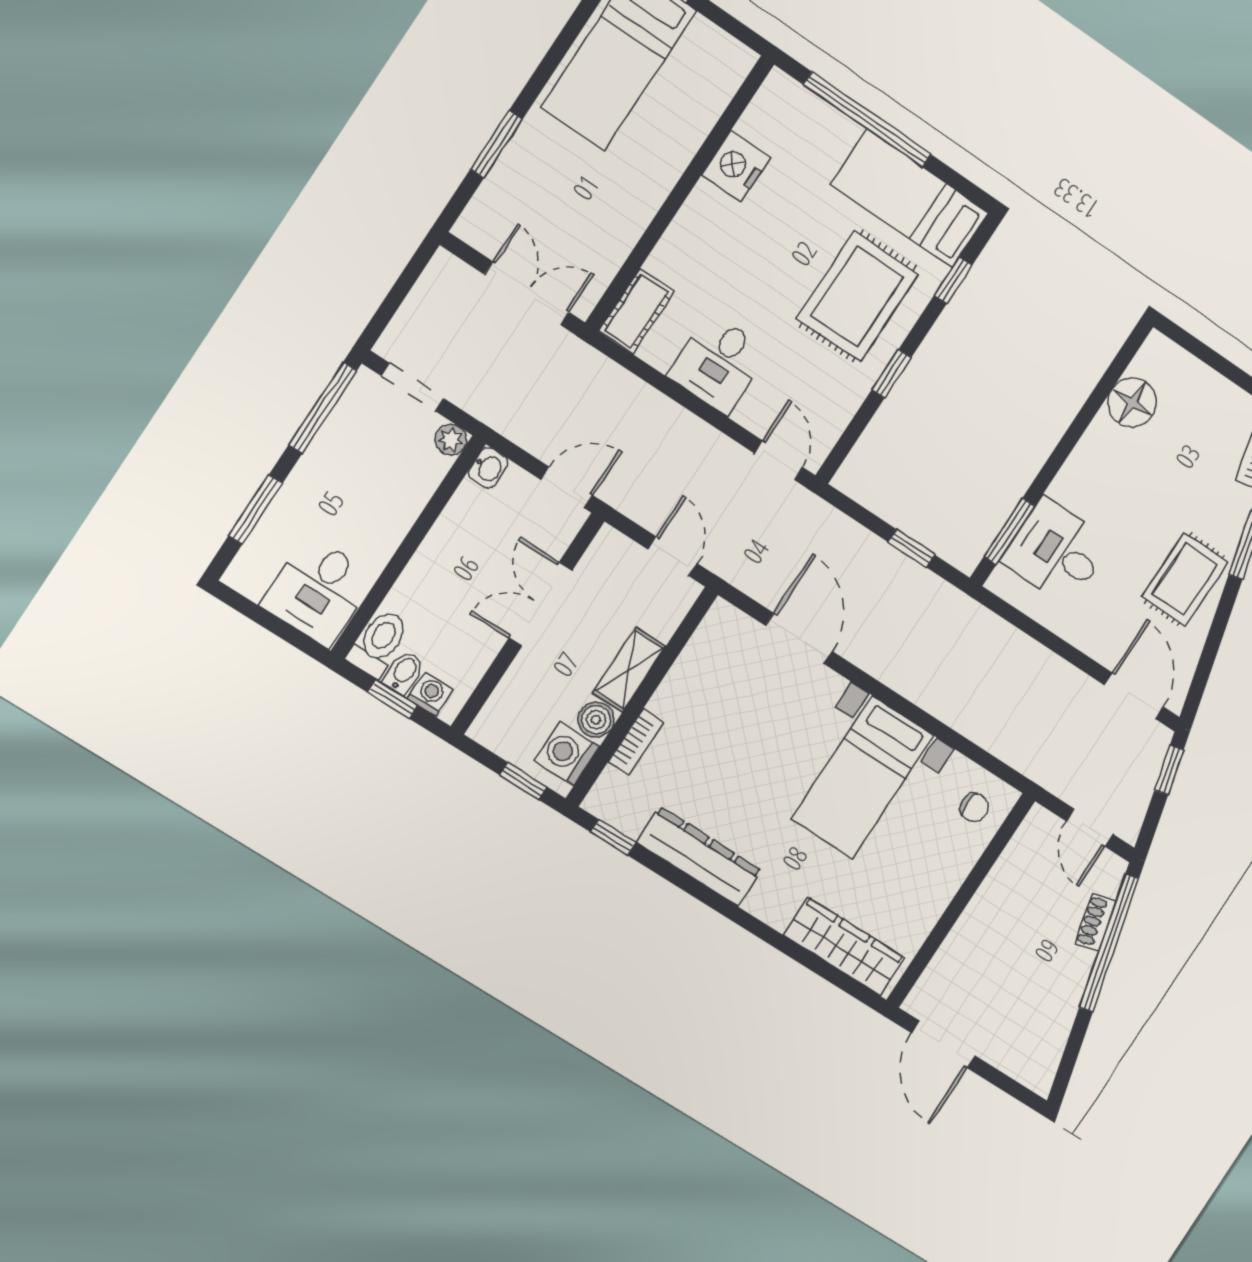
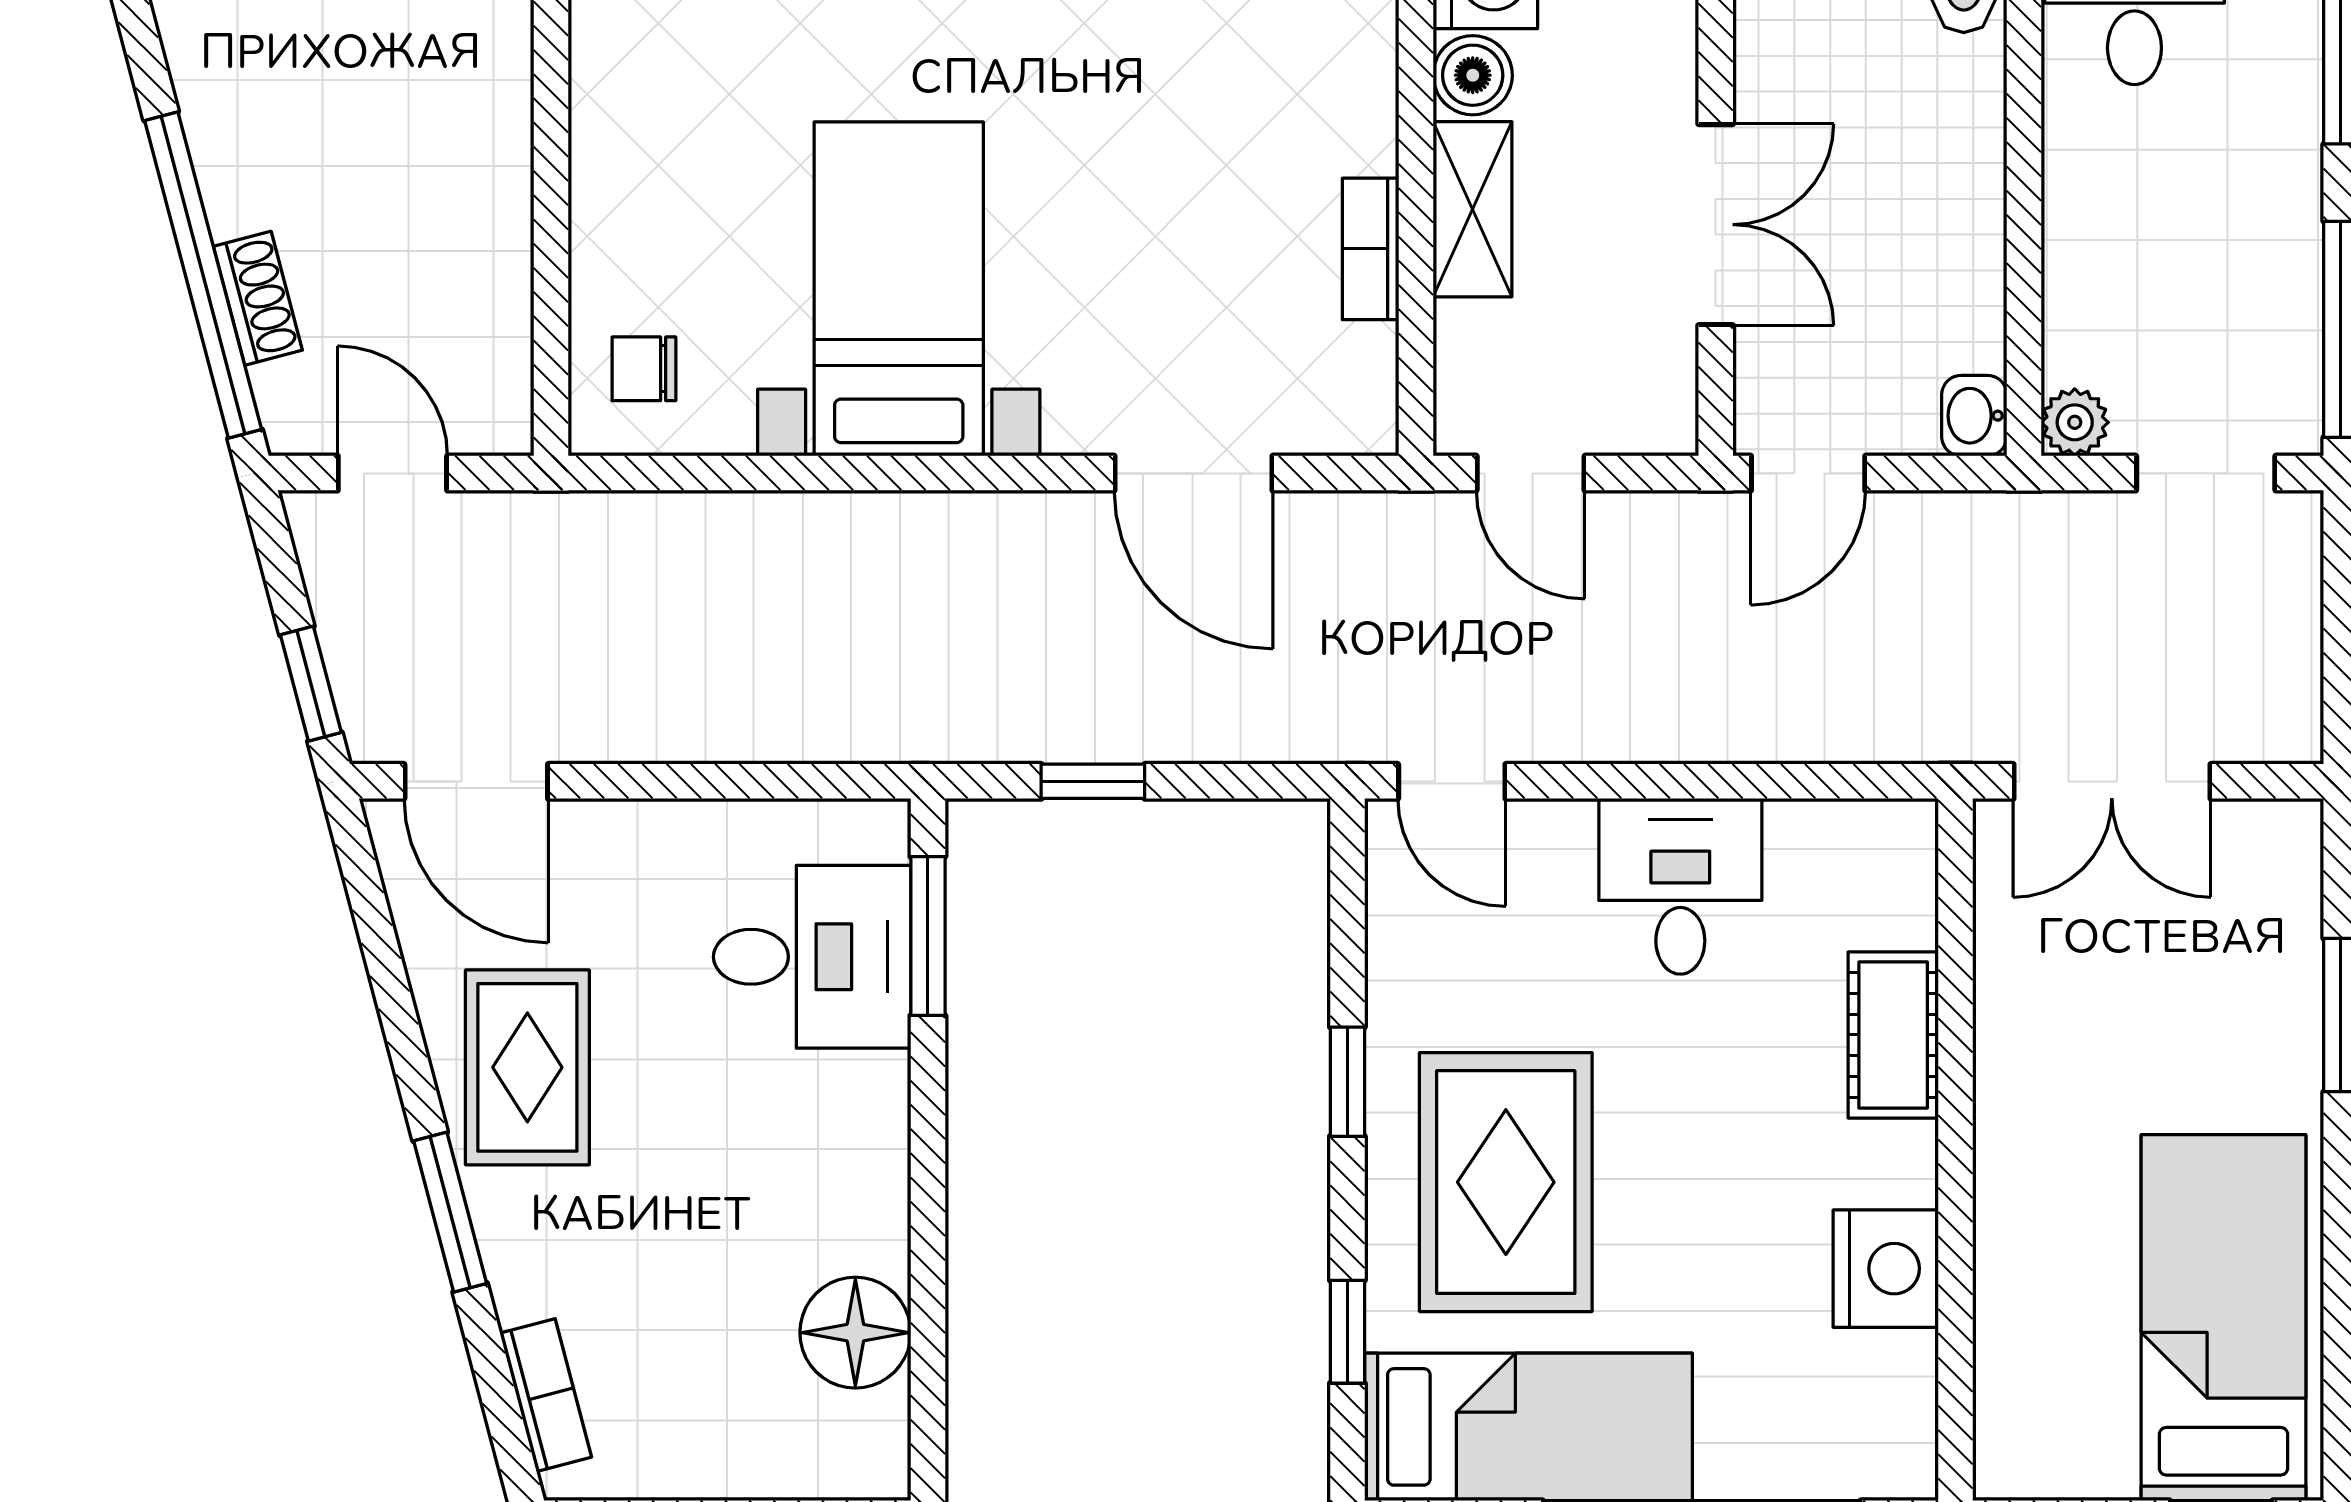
cot: (636, 311) -> (1893, 1035), moved
bookcase: (636, 742) -> (1371, 249), moved

